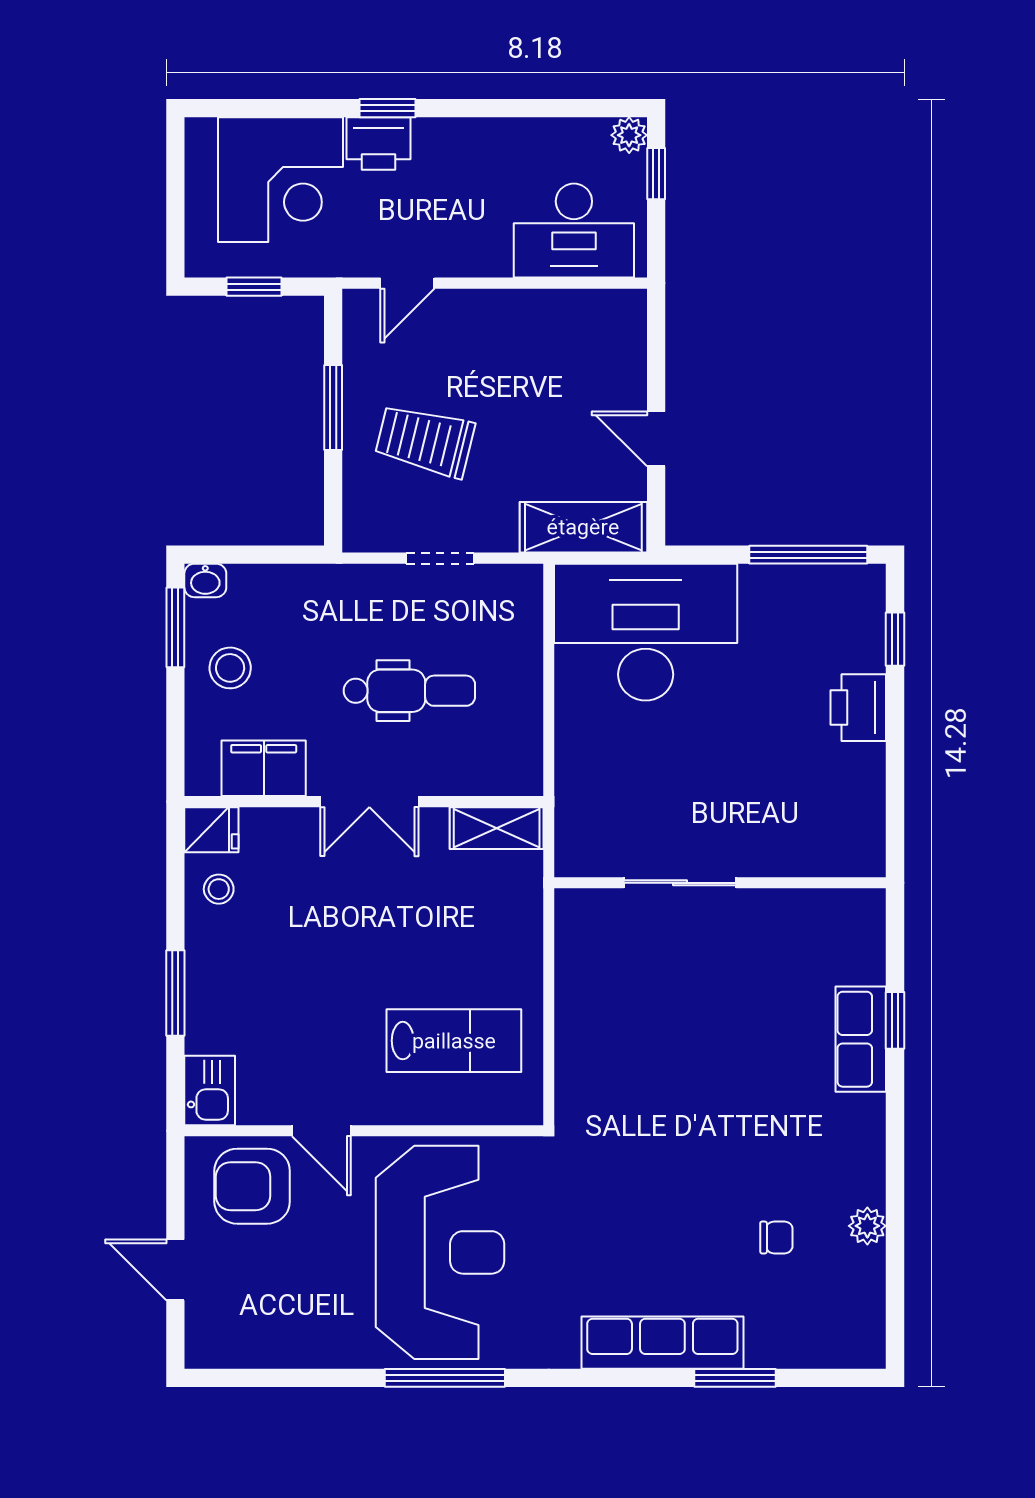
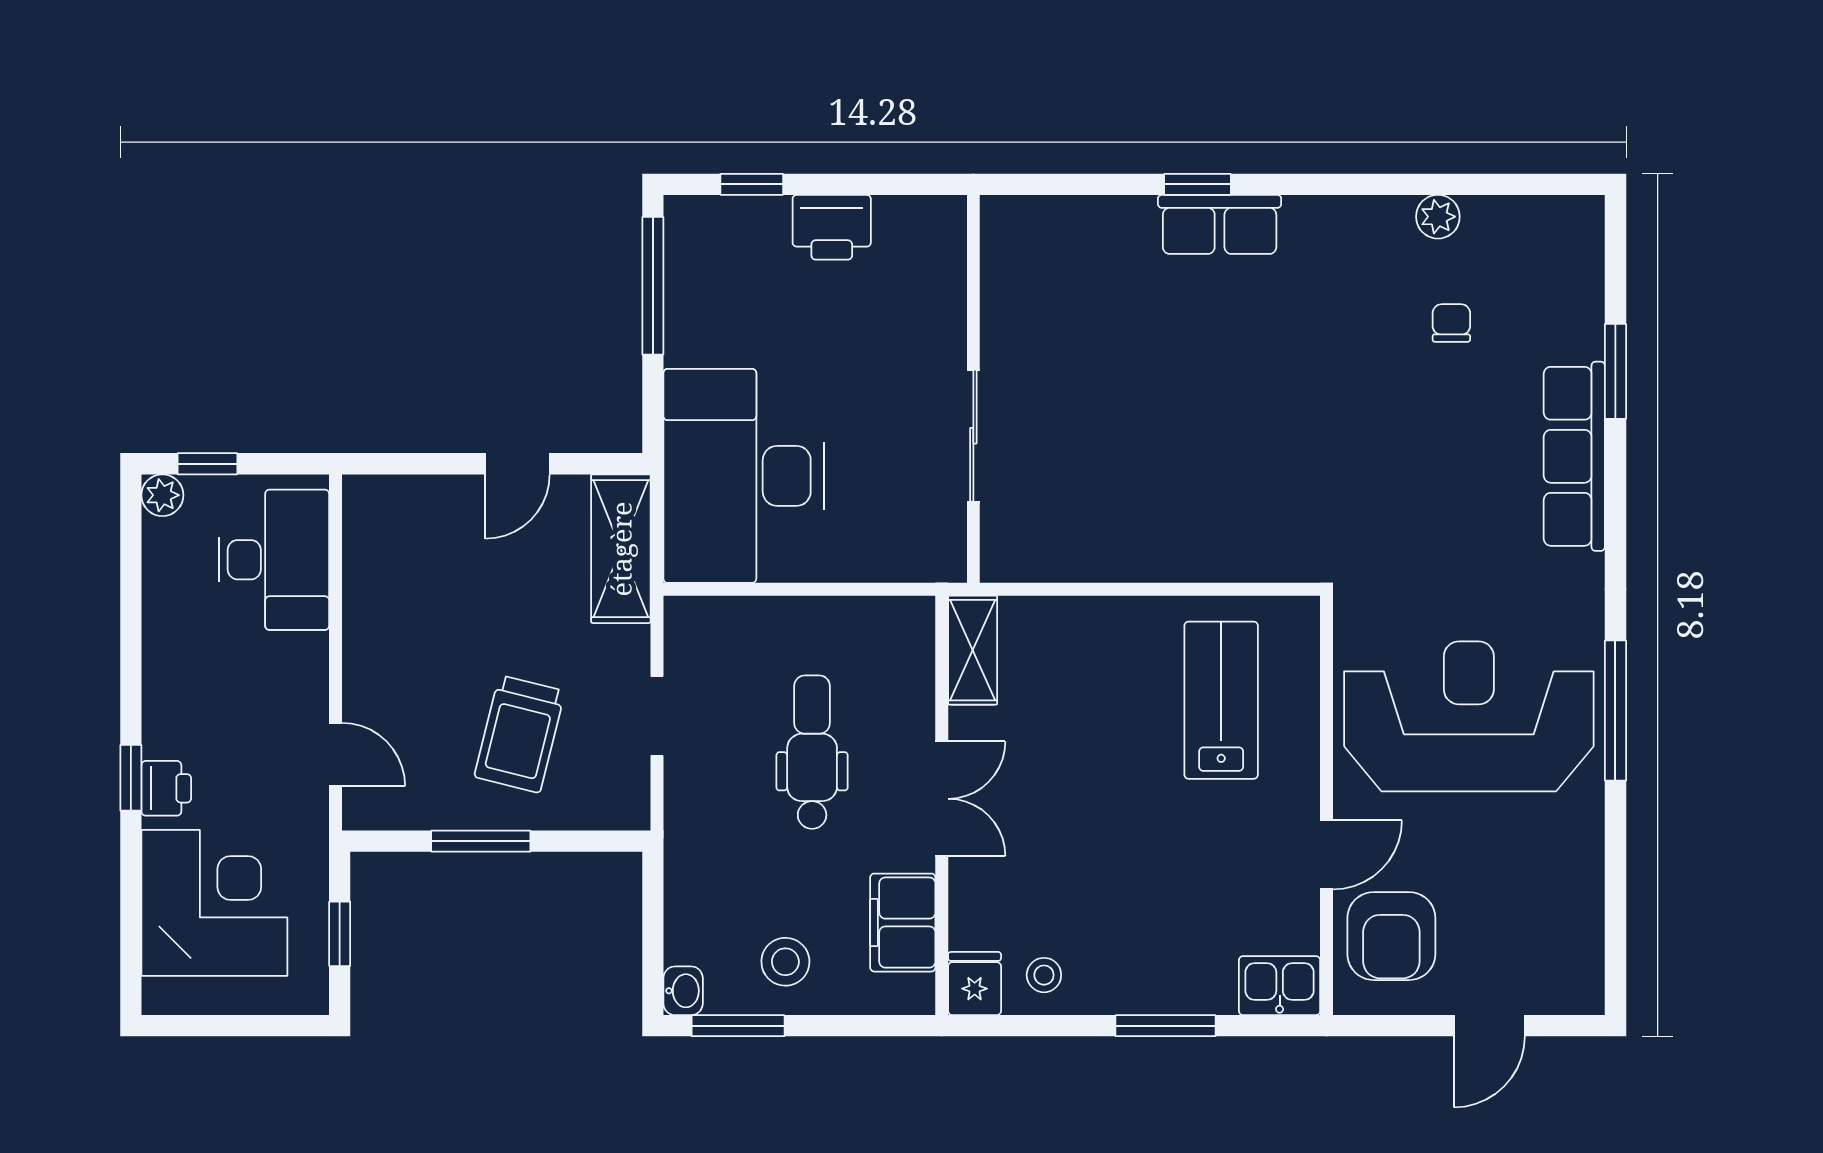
printer: (378, 144) -> (166, 788), width x0.73, depth x0.81
sliding door: (680, 883) -> (973, 436), moved
wall: (720, 883) -> (973, 389), moved

